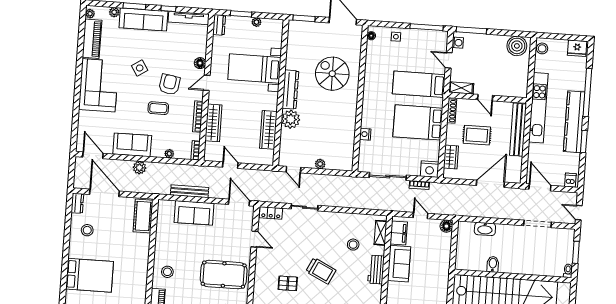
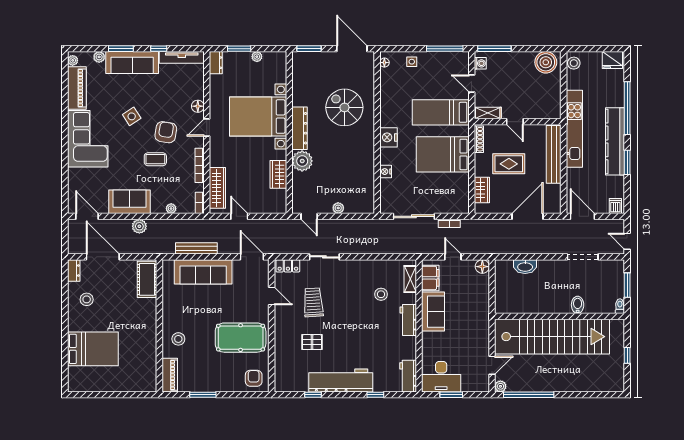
bed with nightstands: (254, 68) -> (258, 117), width x1.36
wardrobe: (213, 123) -> (217, 188), moved
wardrobe: (268, 130) -> (278, 174), width x0.67
nightstand: (430, 169) -> (388, 137), moved, turned 90
sofa: (194, 213) -> (203, 272), width x1.36
bidet: (493, 264) -> (578, 305), moved
trolley: (321, 271) -> (313, 302), moved, turned -120

